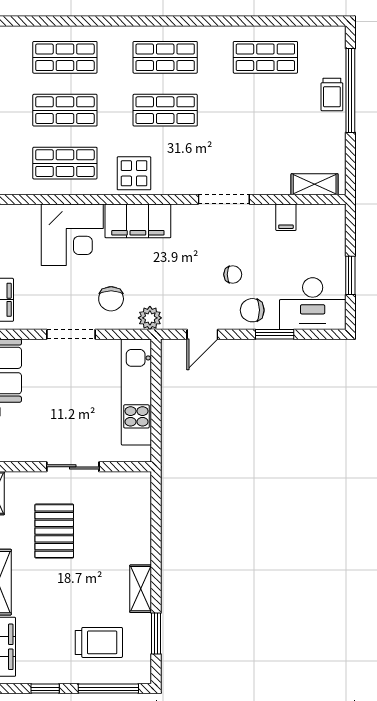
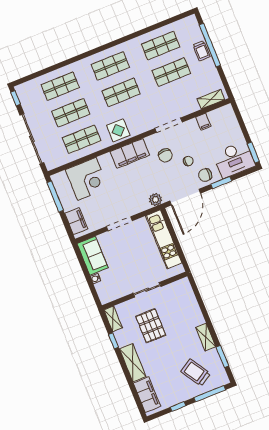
shop shelf: (265, 110) -> (171, 72), added
corner desk: (72, 235) -> (87, 179), moved
window: (350, 275) -> (253, 153), moved
chair: (111, 299) -> (165, 155), moved
door: (202, 334) -> (185, 197), width x1.87
trolley: (99, 642) -> (196, 372), turned -122

